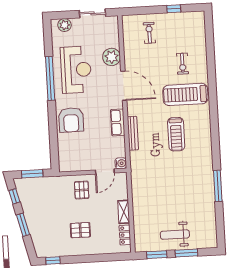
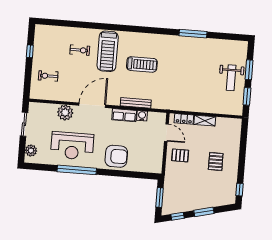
reception desk: (76, 70) -> (72, 146), turned 180
water cooler: (121, 163) -> (142, 116), moved
locker: (125, 235) -> (184, 119), moved

